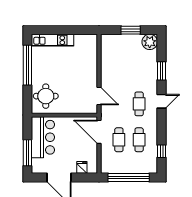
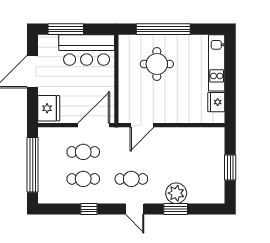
fridge: (82, 40) -> (216, 102), added
plant: (150, 42) -> (176, 193), moved
window: (27, 65) -> (163, 29), moved
round table: (46, 96) -> (157, 64), moved
window: (162, 151) -> (89, 209), moved
fridge: (82, 167) -> (49, 108), width x1.88, depth x1.34

